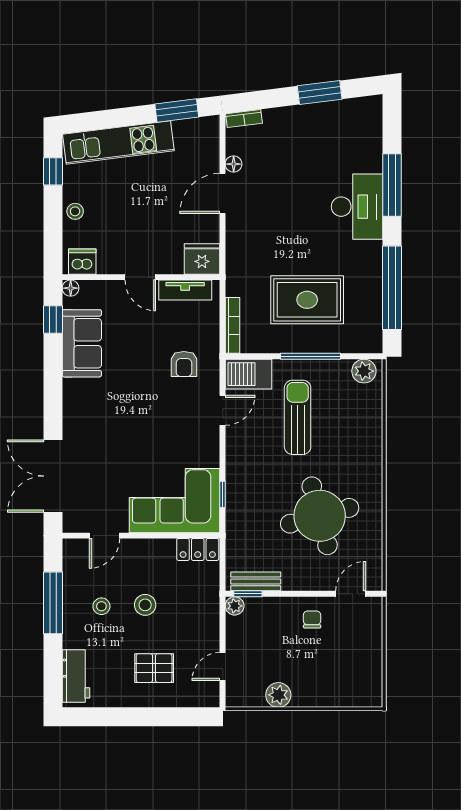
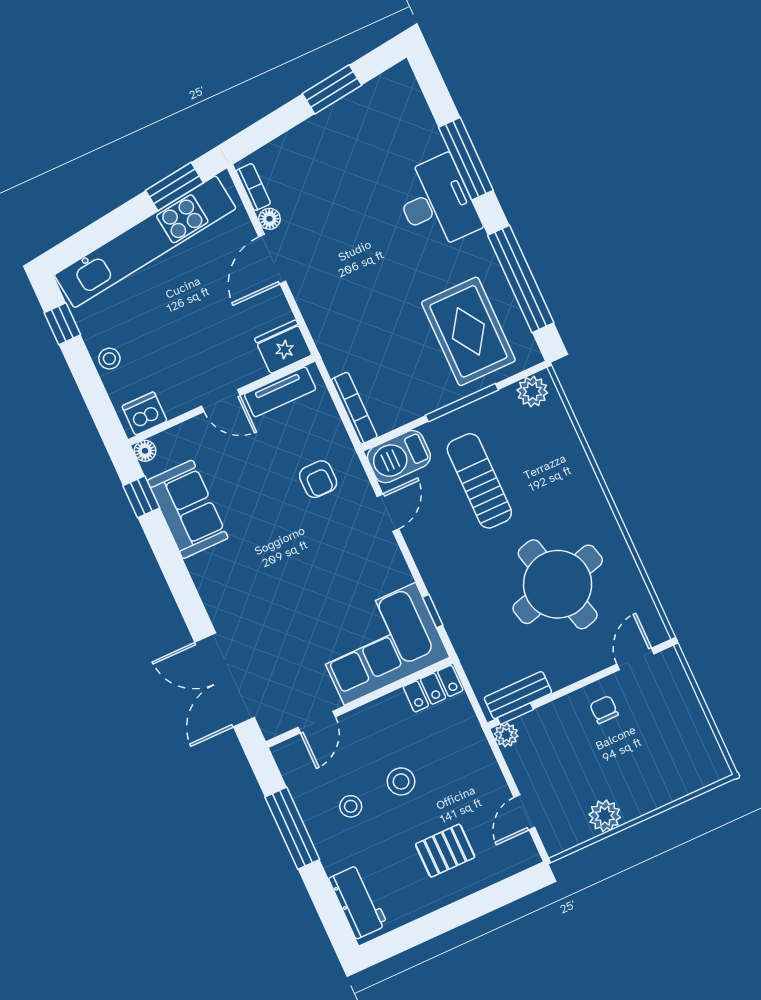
bookcase: (244, 118) -> (253, 187), moved, turned -83
kitchen unit: (118, 143) -> (145, 242), width x1.36
rug: (307, 300) -> (468, 331), moved, turned 90

